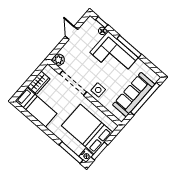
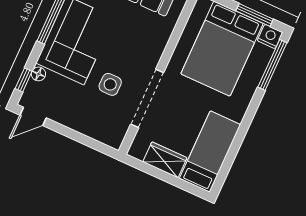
door: (72, 33) -> (33, 116), moved
plant: (58, 60) -> (113, 137), removed
side table: (98, 90) -> (110, 84), moved

